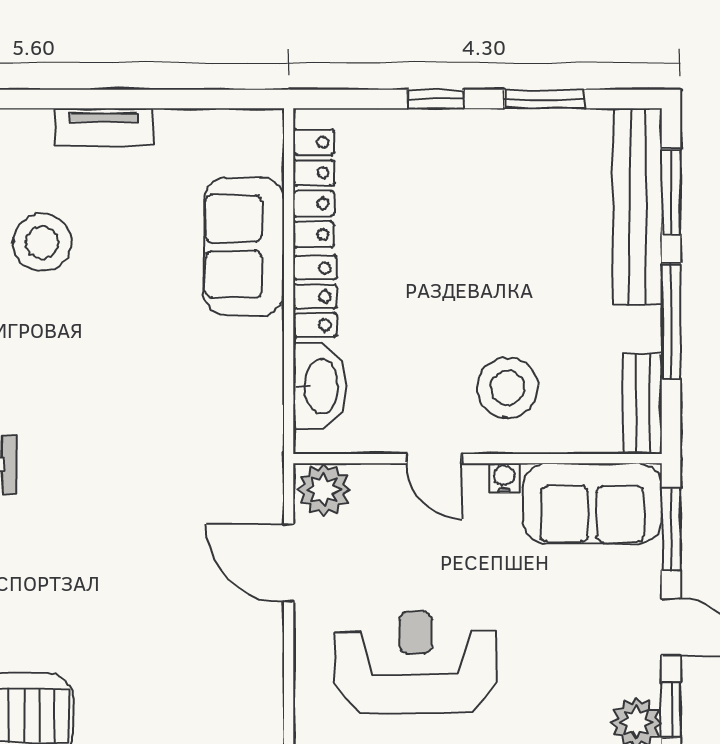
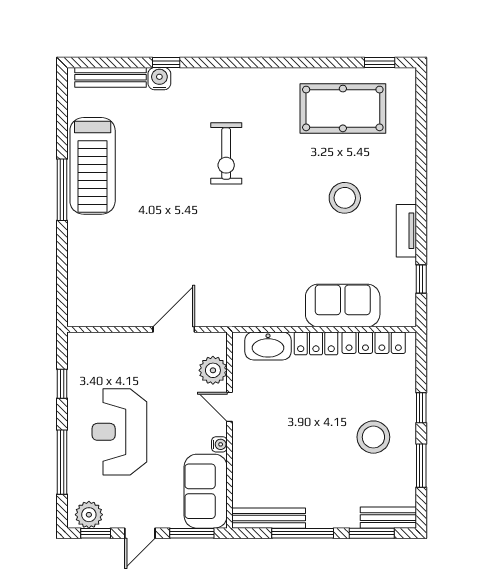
window: (194, 99) -> (421, 279), added
bench: (638, 206) -> (388, 518), width x0.54, depth x0.82
stool: (507, 388) -> (373, 437), moved
bench: (643, 404) -> (269, 518), width x1.36
door: (434, 459) -> (230, 407), hinge flipped
plant: (324, 490) -> (213, 370), moved
reception desk: (416, 662) -> (119, 432), moved, turned 180

